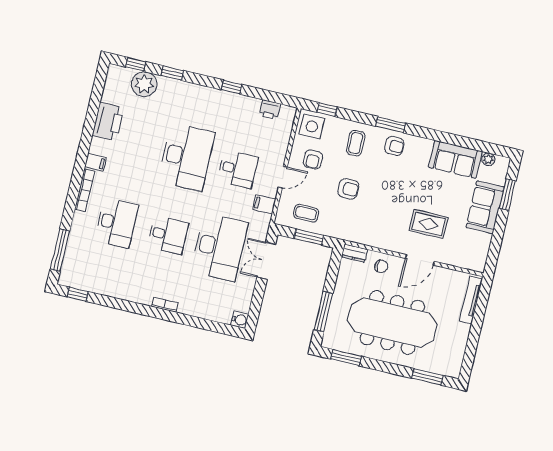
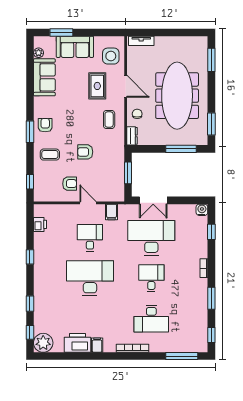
plant: (144, 84) -> (43, 343), moved
side table: (312, 126) -> (111, 56), moved
filing cabinet: (95, 162) -> (97, 345), moved
armchair: (348, 189) -> (85, 152), turned -90
coffee table: (306, 213) -> (109, 120), moved
desk: (117, 223) -> (151, 319), turned 180
tv unit: (471, 300) -> (141, 41), width x0.71
window: (124, 305) -> (211, 298), added
window: (209, 325) -> (211, 232), added

